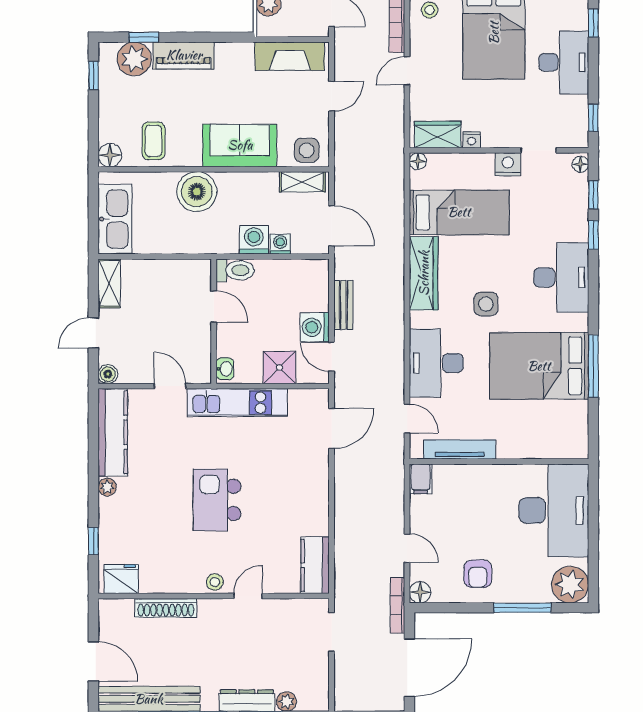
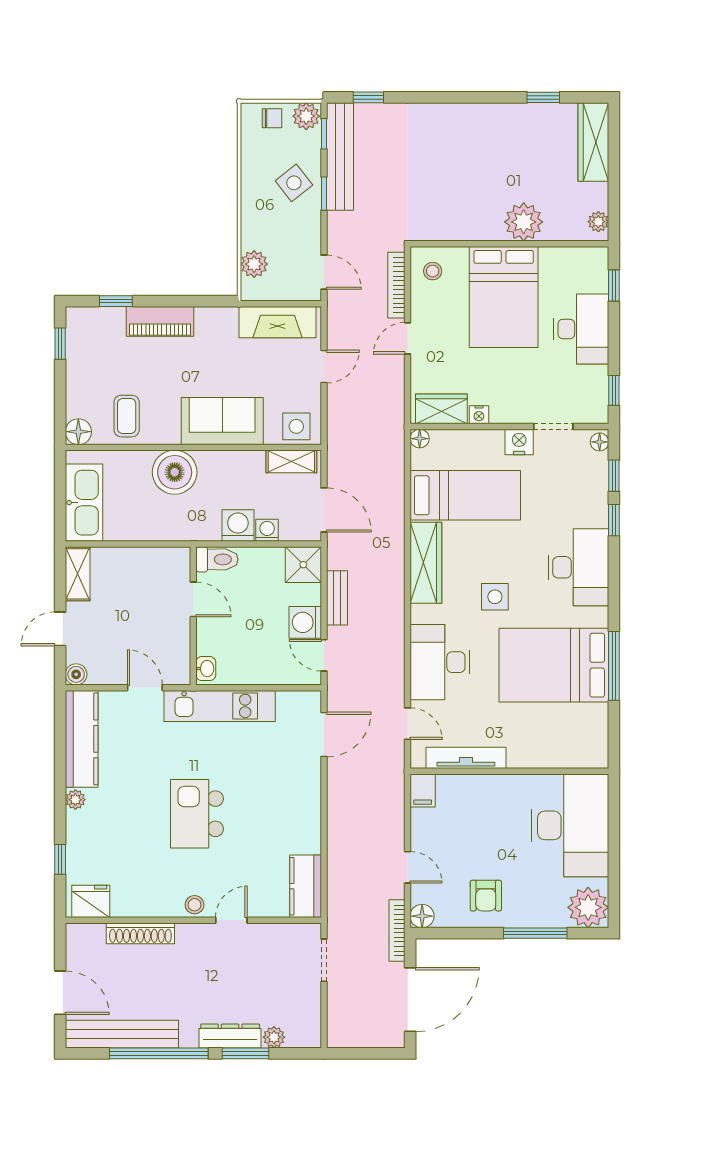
plant: (134, 59) -> (105, 325), removed
shower: (279, 367) -> (303, 565), moved

